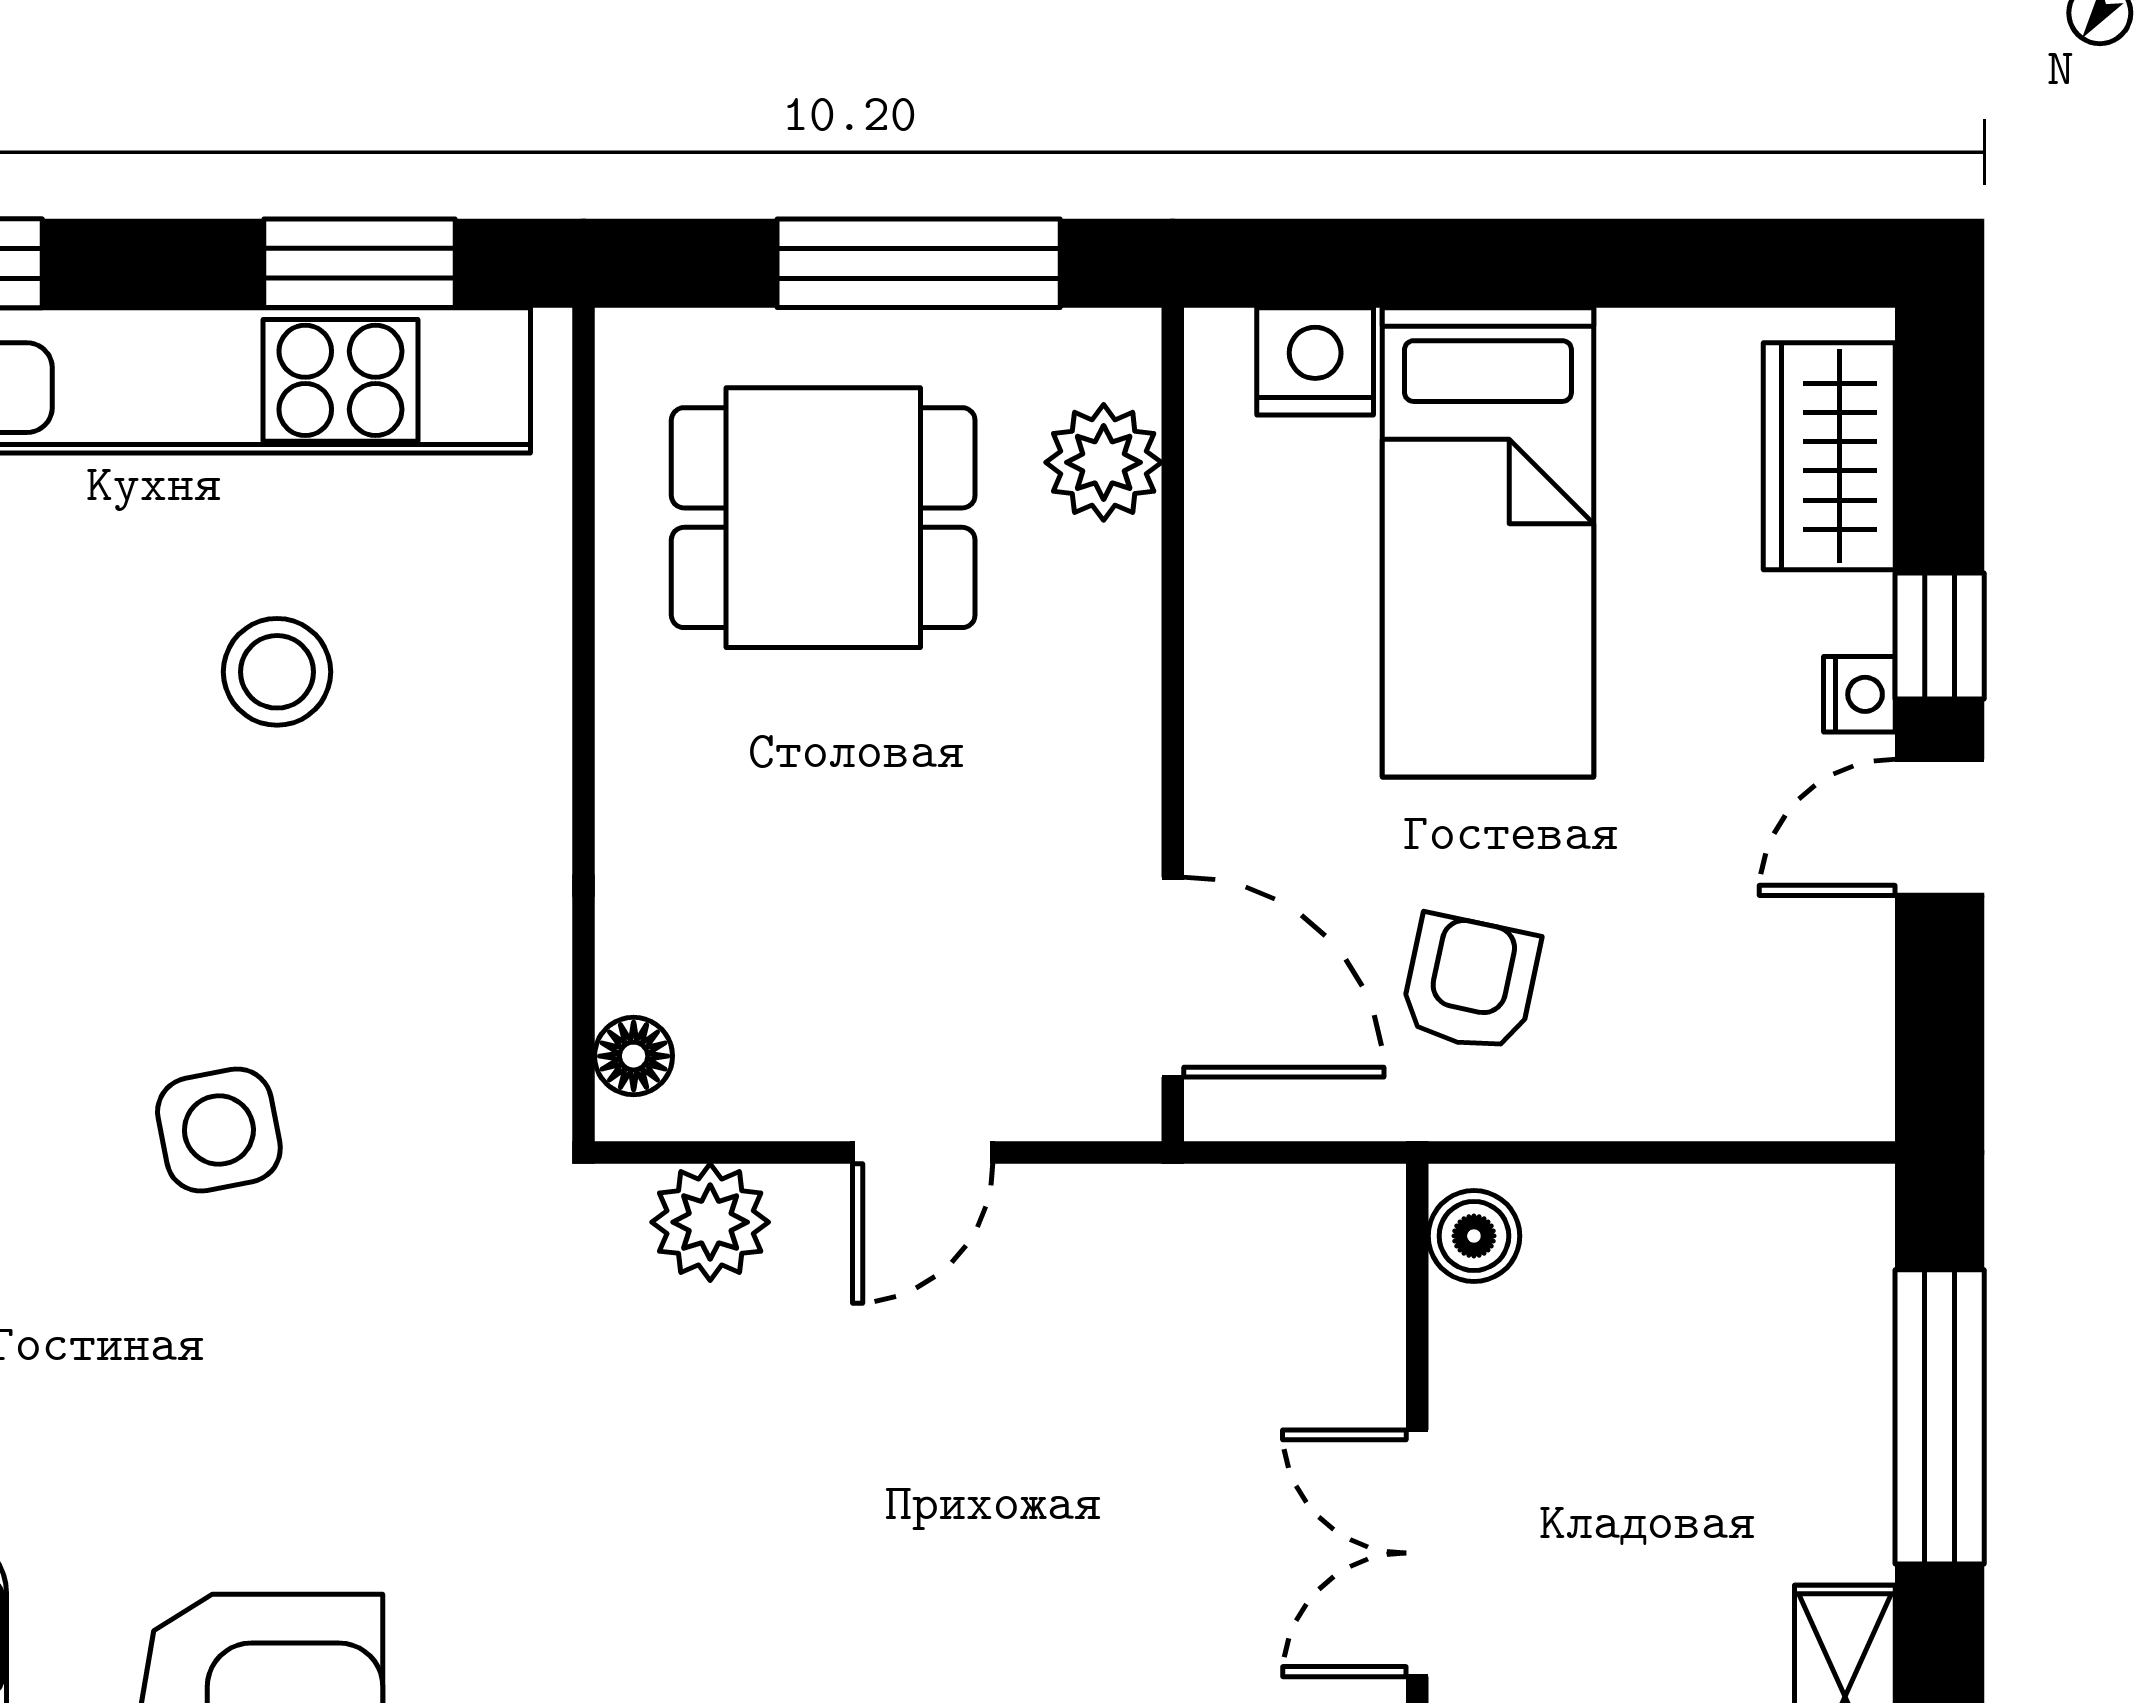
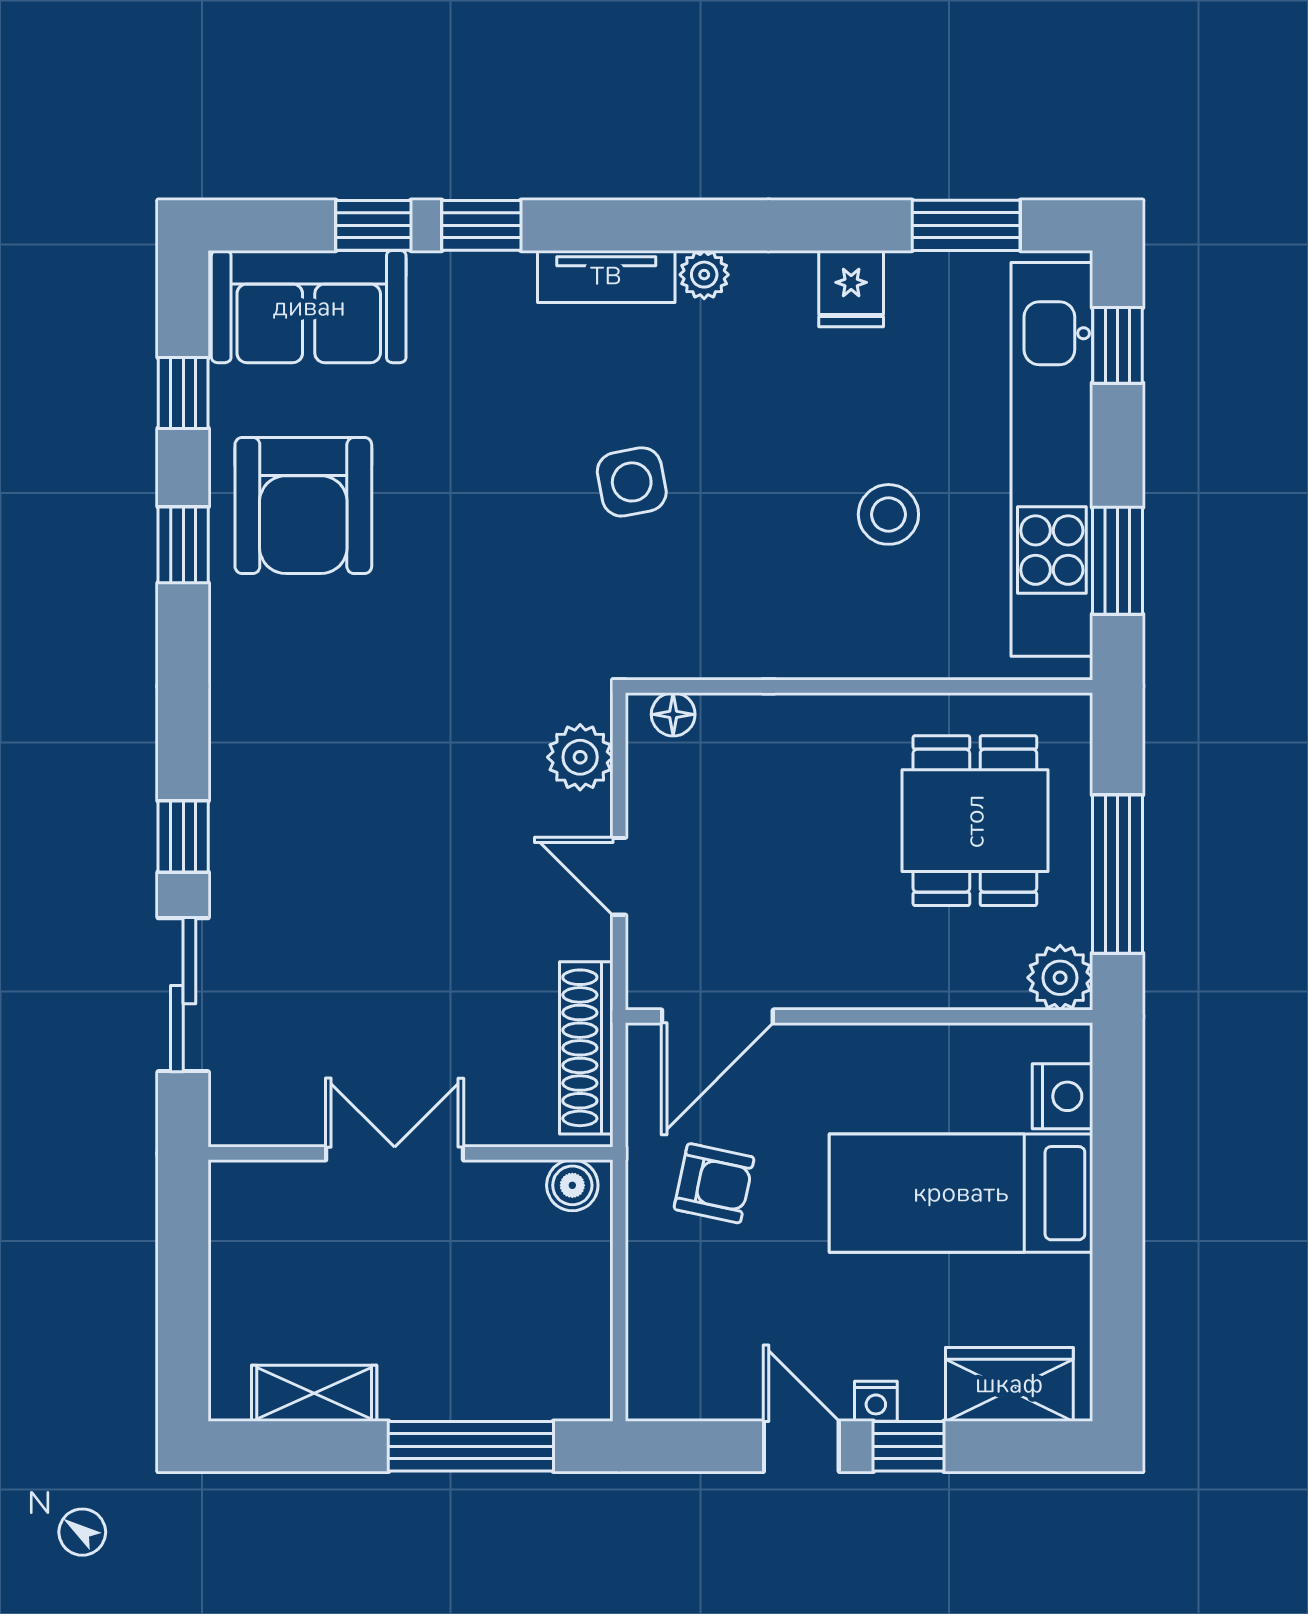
plant: (1104, 462) -> (1060, 978), moved
shoe rack: (1229, 1211) -> (586, 1048), added

